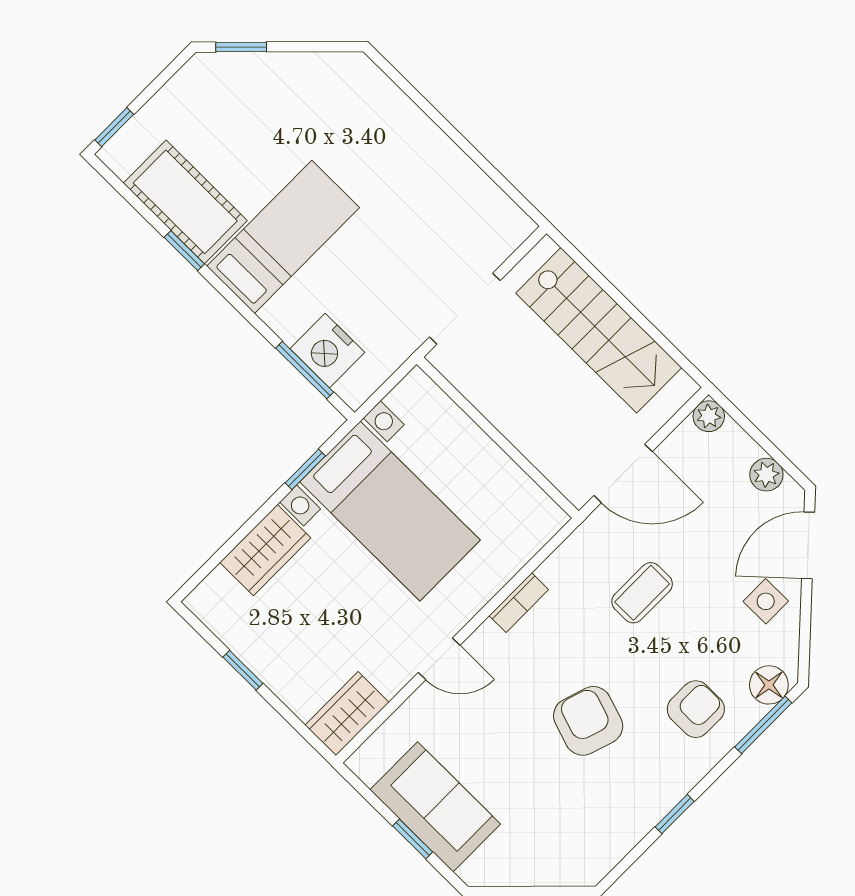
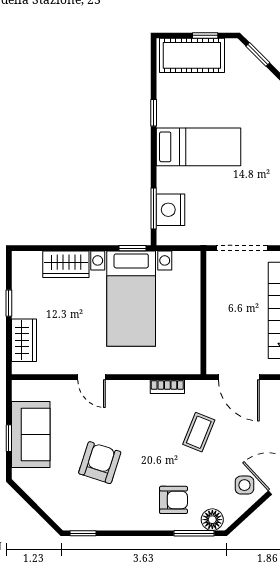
window: (114, 127) -> (205, 35), moved
cot: (185, 202) -> (192, 55), moved, turned 90
window: (305, 469) -> (133, 248), moved
coffee table: (642, 593) -> (199, 432), turned -68
bookcase: (519, 603) -> (167, 387), moved
wardrobe: (347, 714) -> (24, 340), moved, turned 90
armchair: (588, 721) -> (100, 463), moved
window: (675, 814) -> (83, 533), moved

